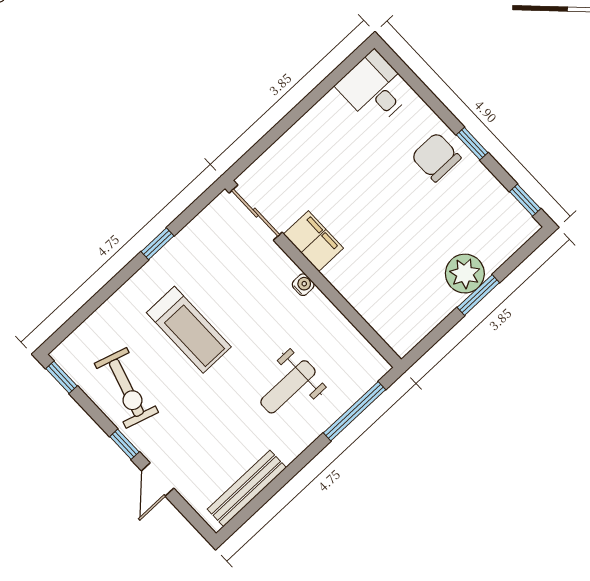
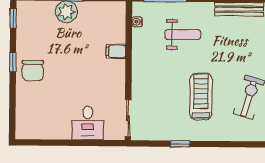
desk: (375, 89) -> (88, 123), moved
filing cabinet: (313, 241) -> (116, 51), moved, width x0.50
water cooler: (303, 285) -> (137, 22), moved

